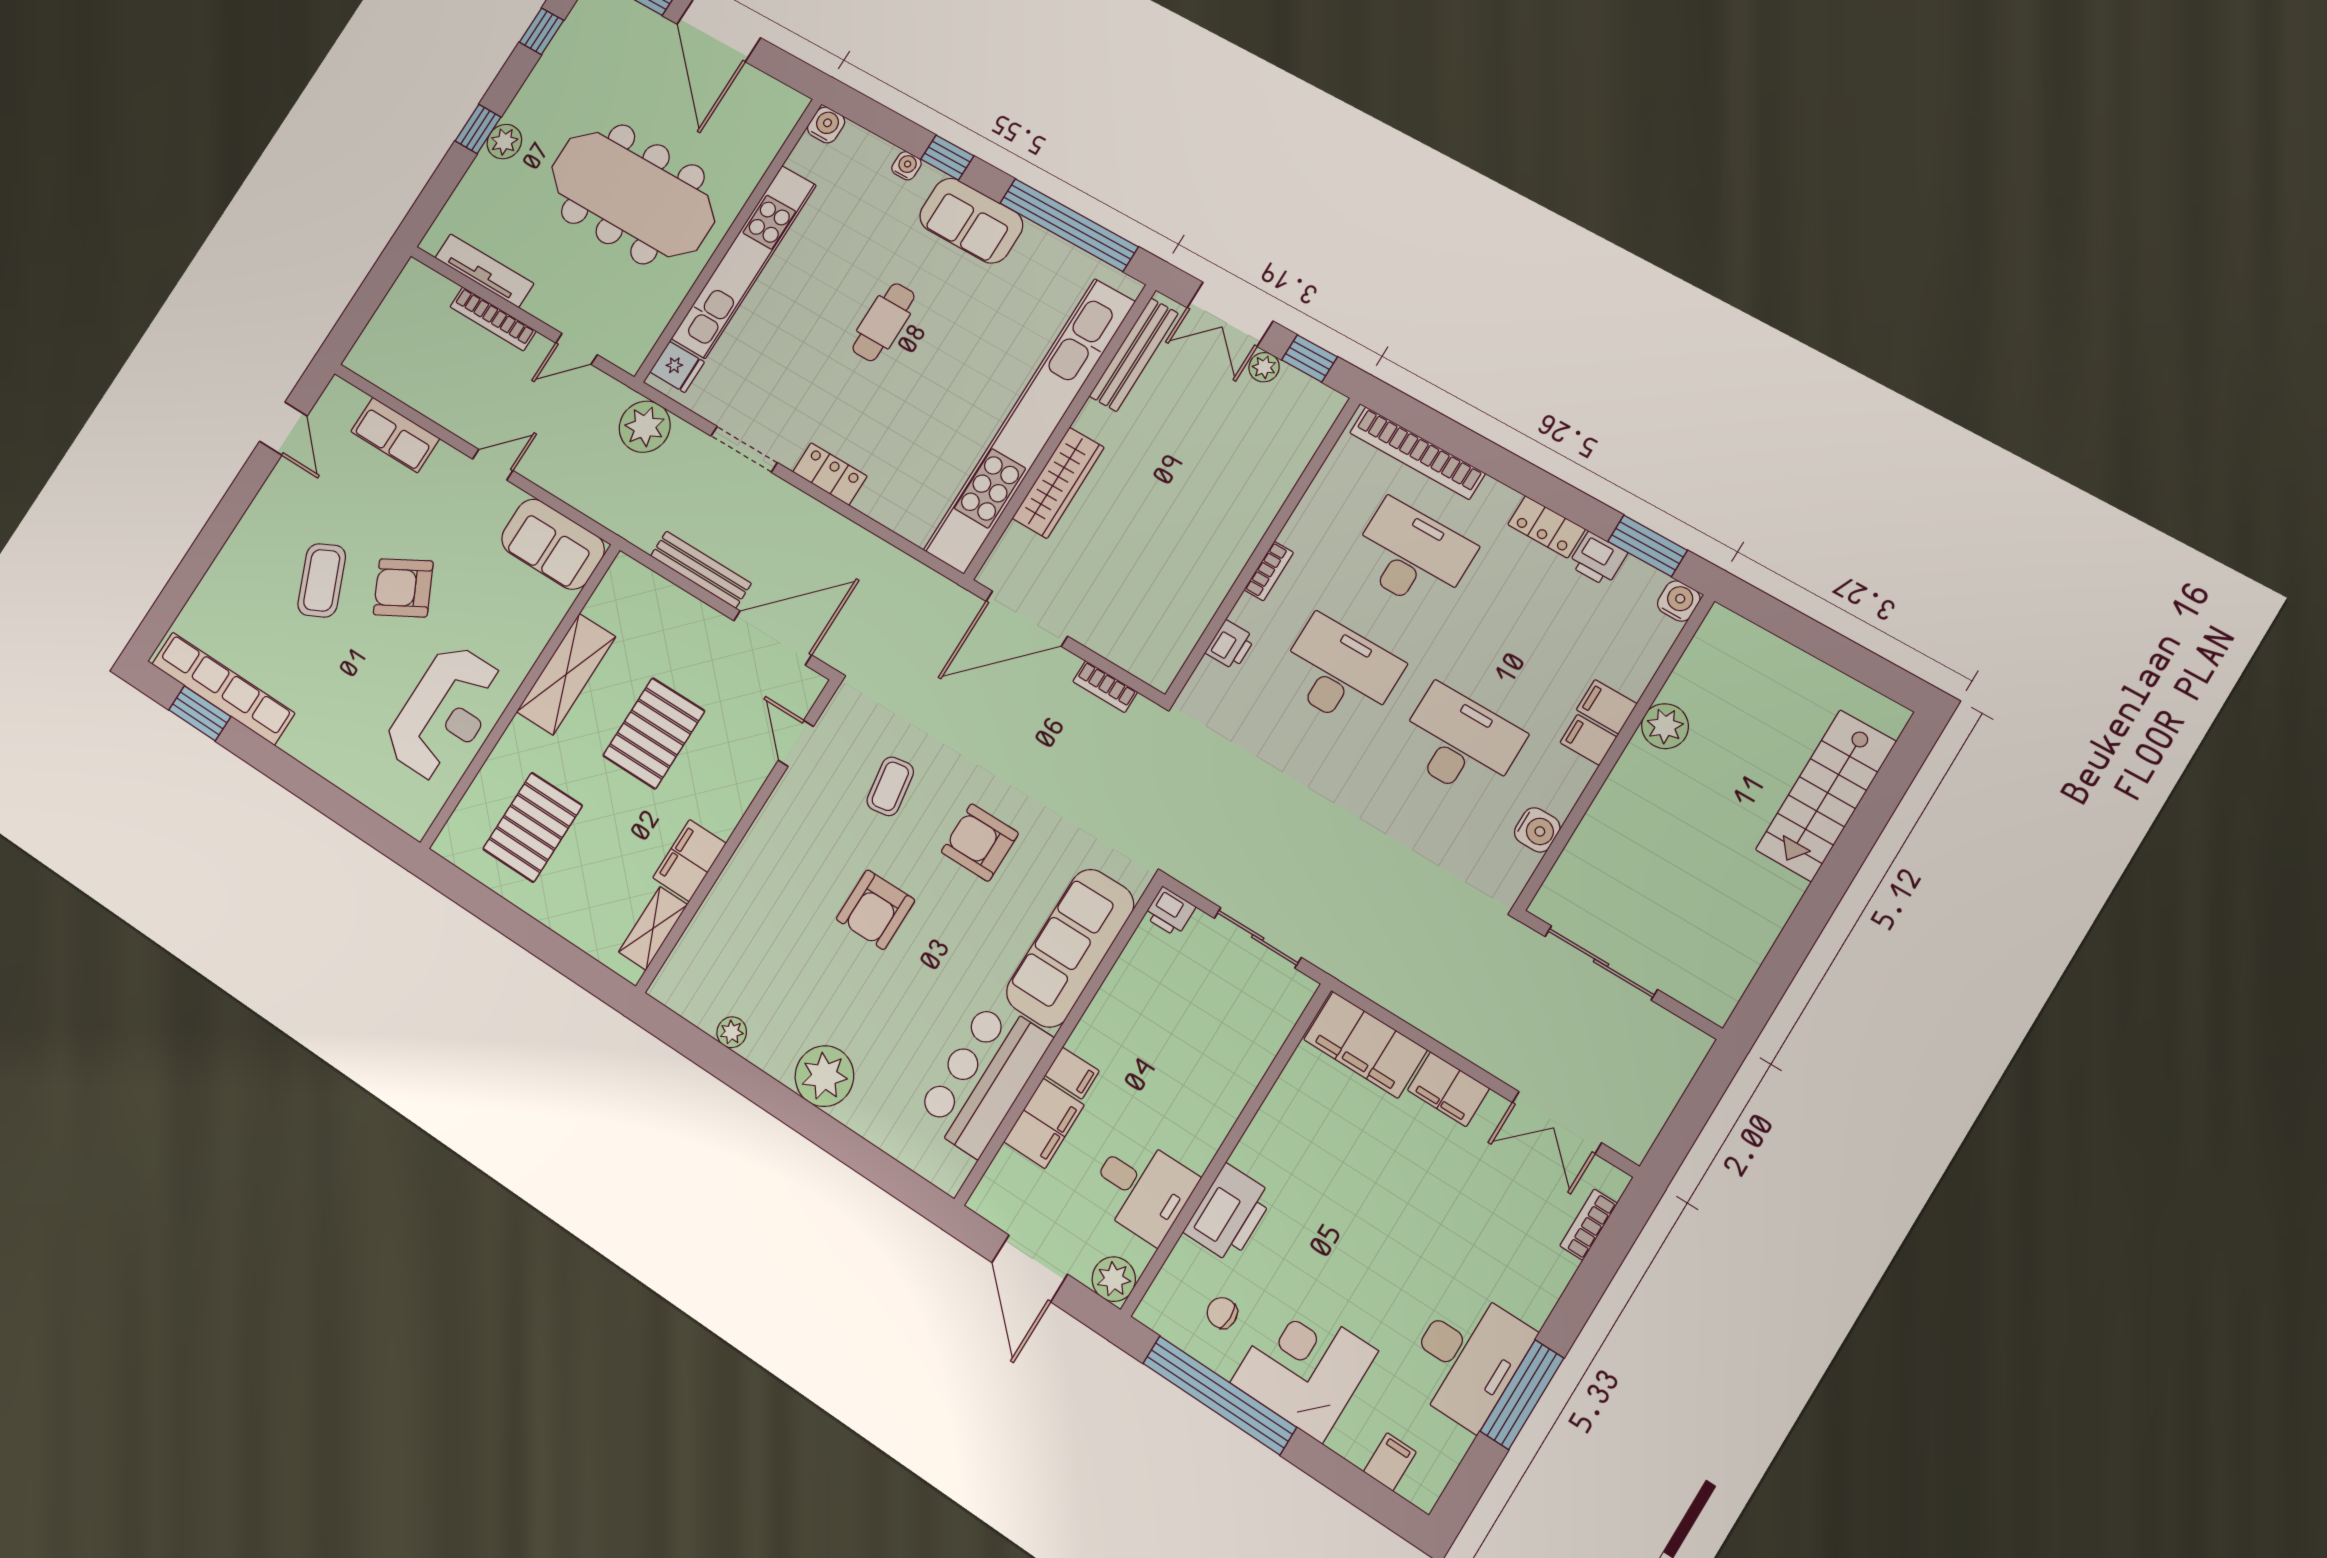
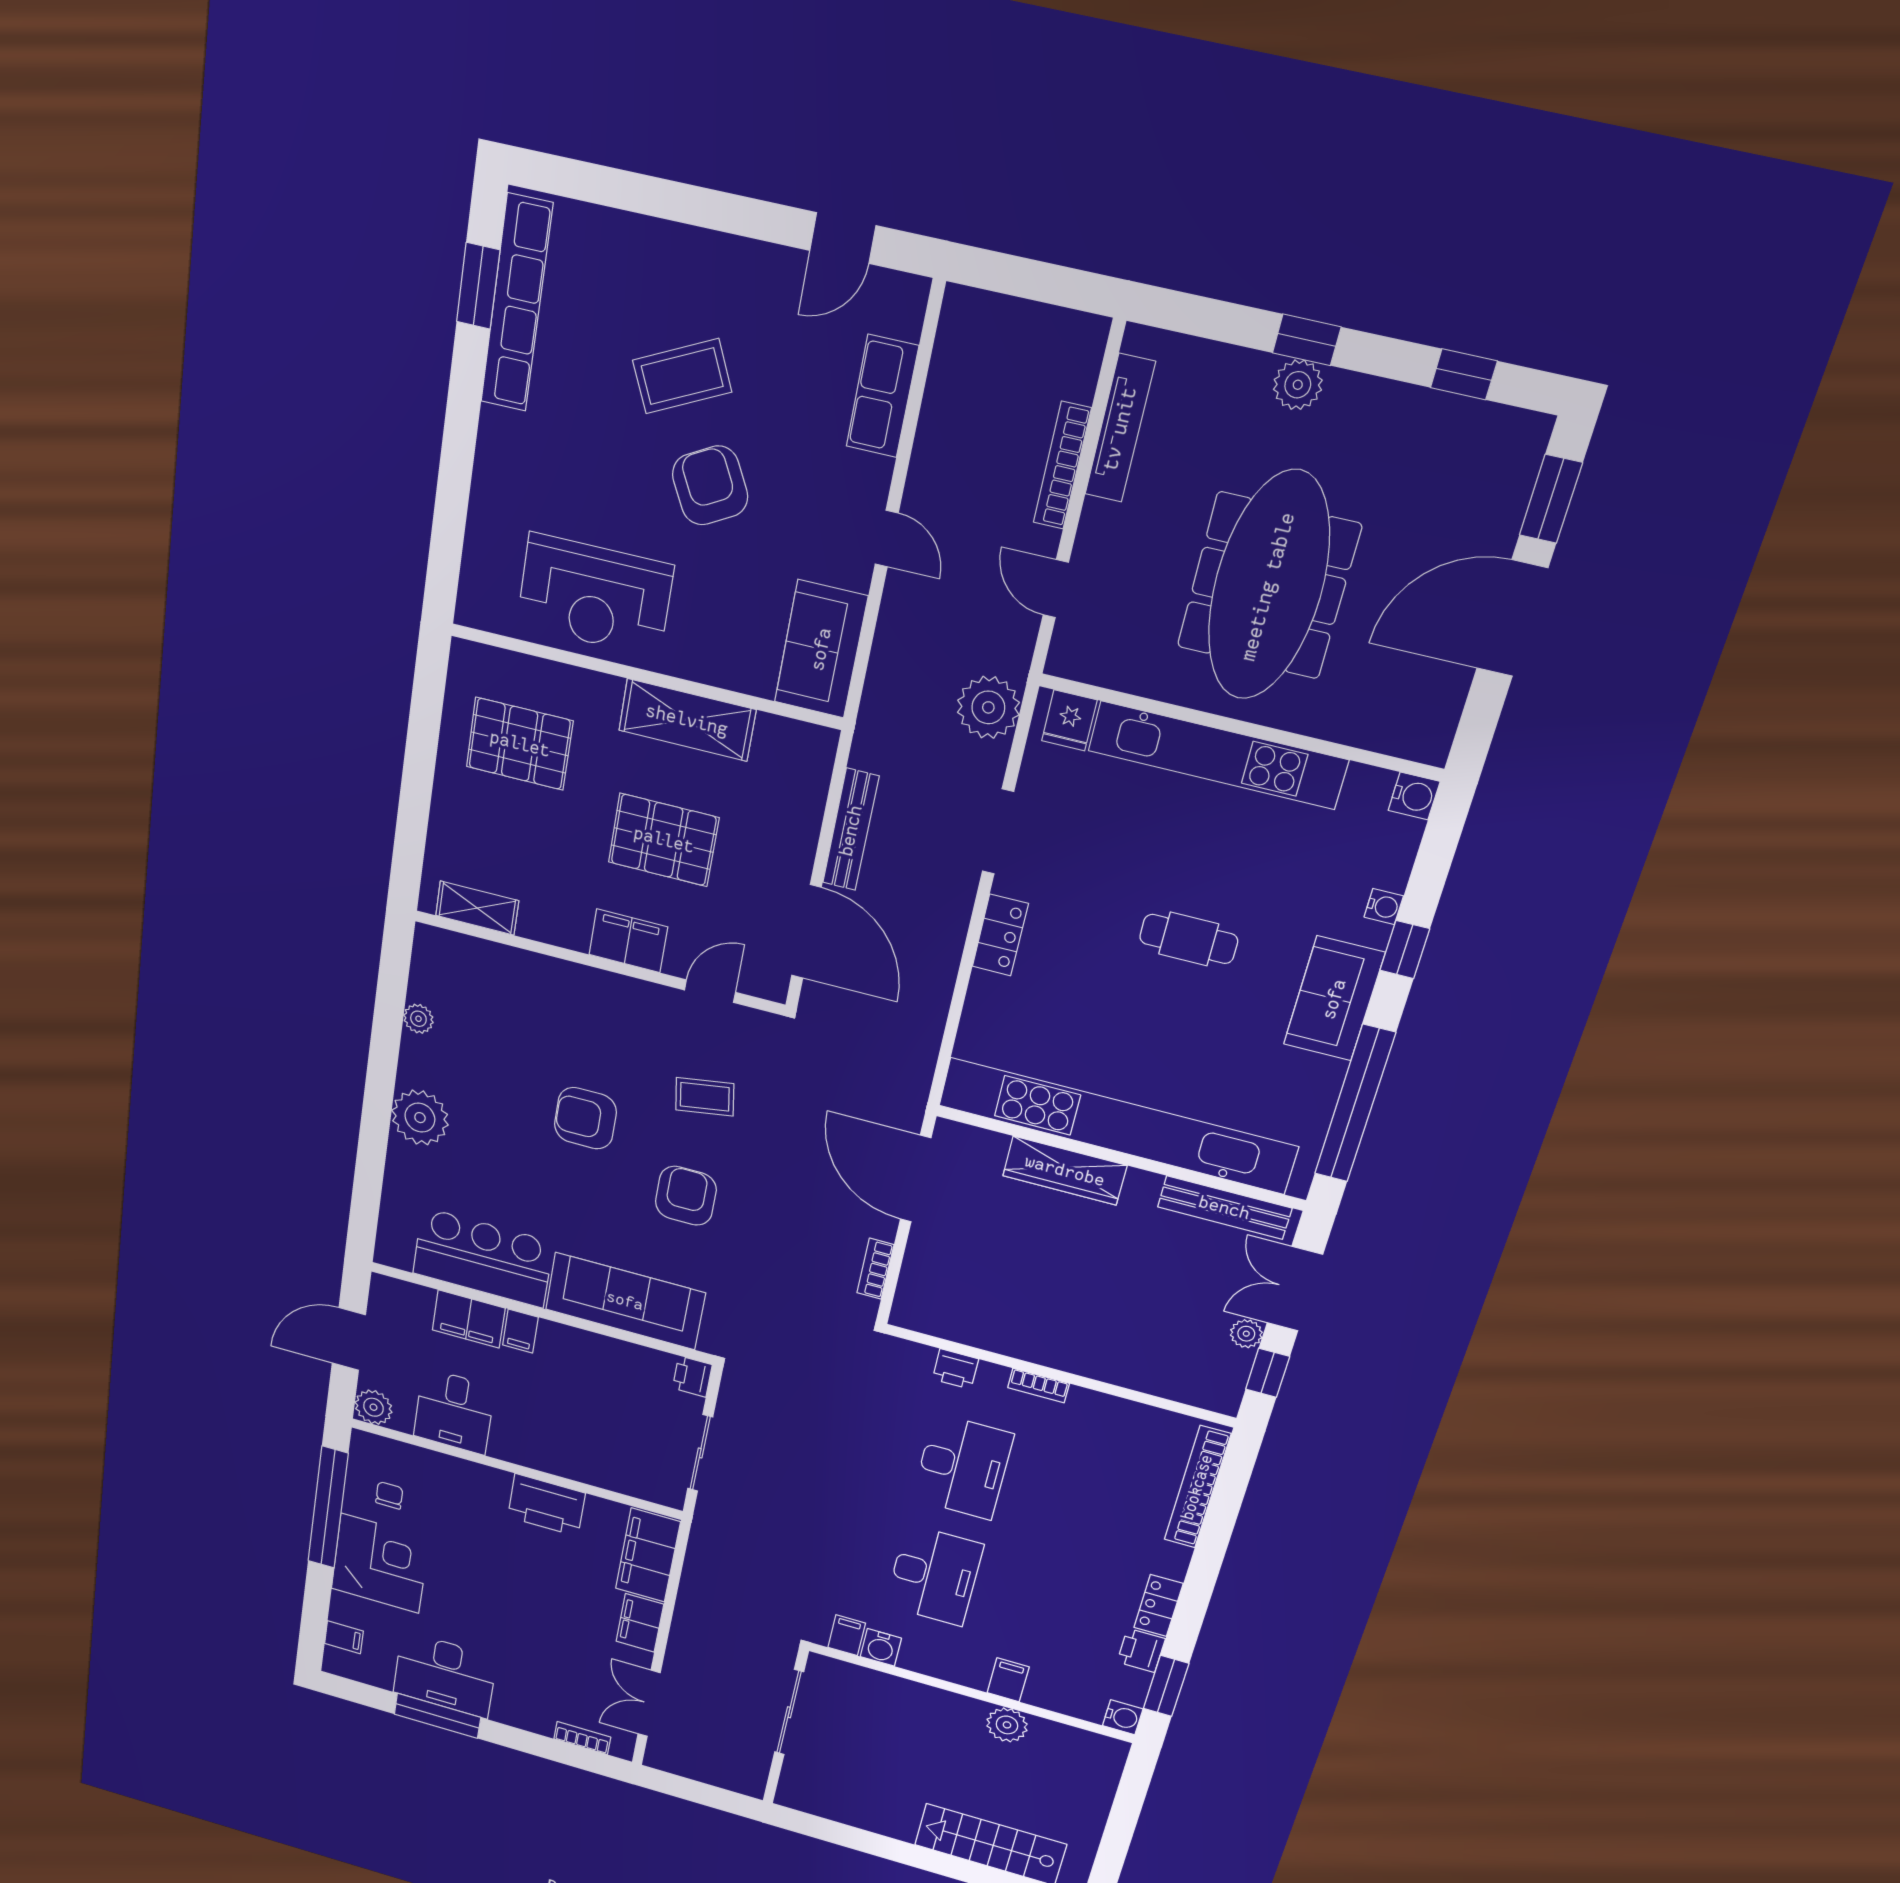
desk: (1412, 556) -> (1095, 1503), removed
filing cabinet: (1588, 740) -> (847, 1635), moved
filing cabinet: (689, 861) -> (628, 941), moved
printer: (1229, 1213) -> (546, 1505), moved

